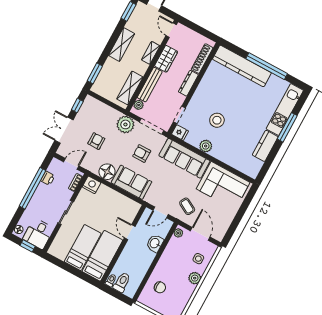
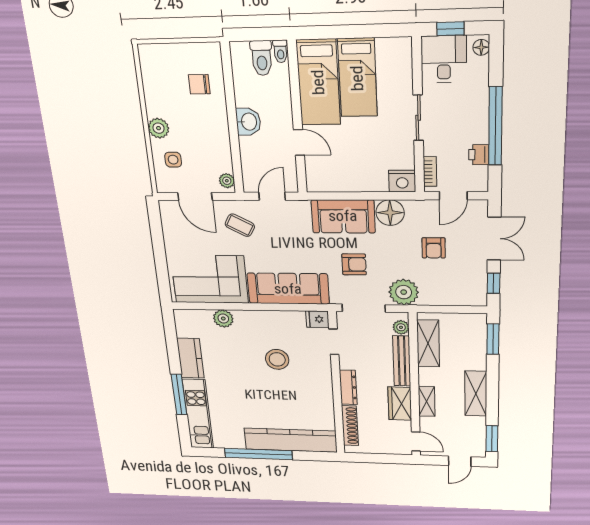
plant: (206, 146) -> (223, 319), moved
washbasin: (155, 243) -> (248, 122), moved

